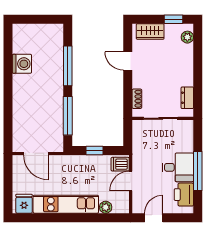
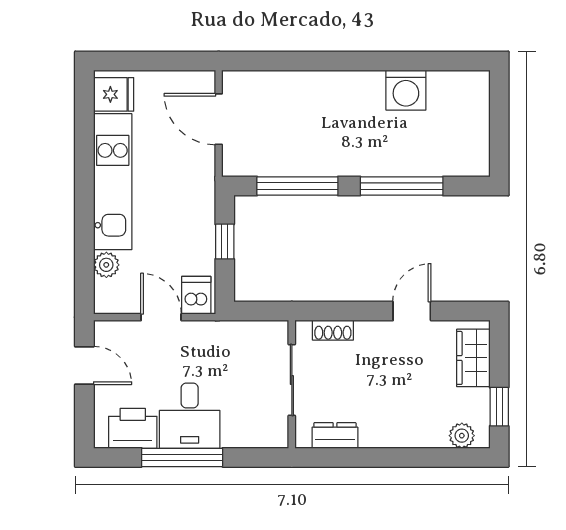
door: (36, 153) -> (219, 119), hinge flipped

